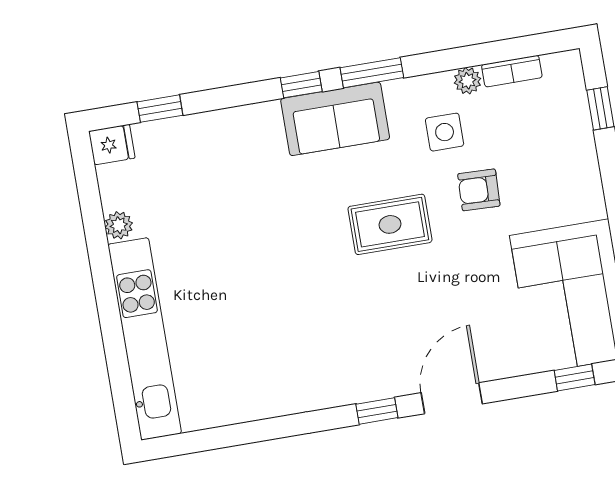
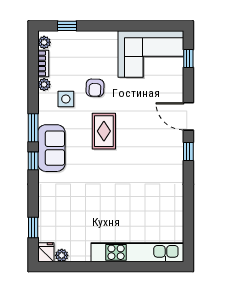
plant: (557, 66) -> (44, 42), added
plant: (119, 225) -> (62, 255), moved

